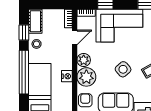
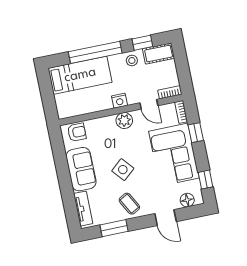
nightstand: (67, 76) -> (119, 101), moved
plant: (86, 77) -> (105, 128), removed

